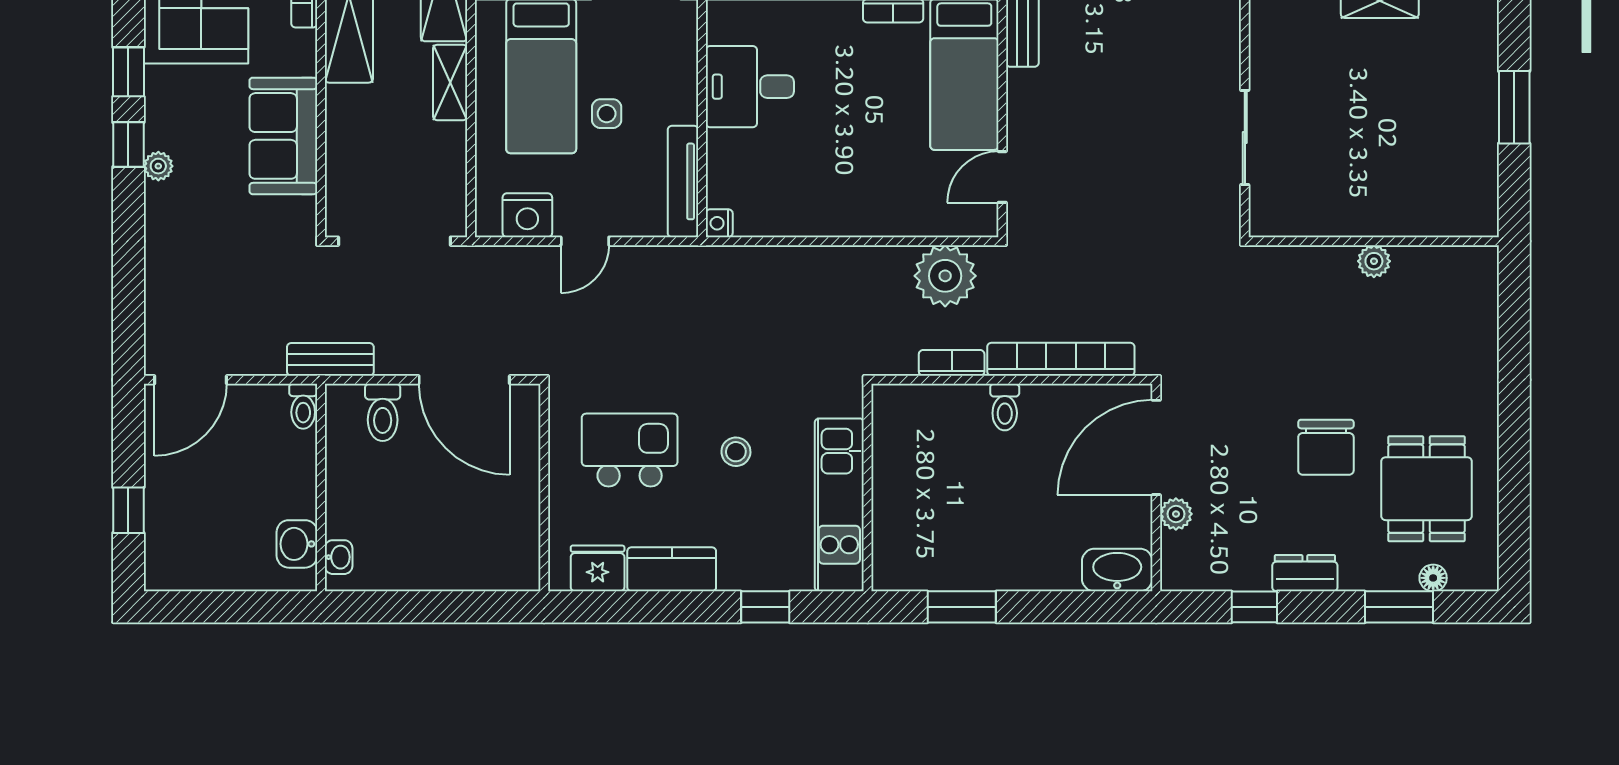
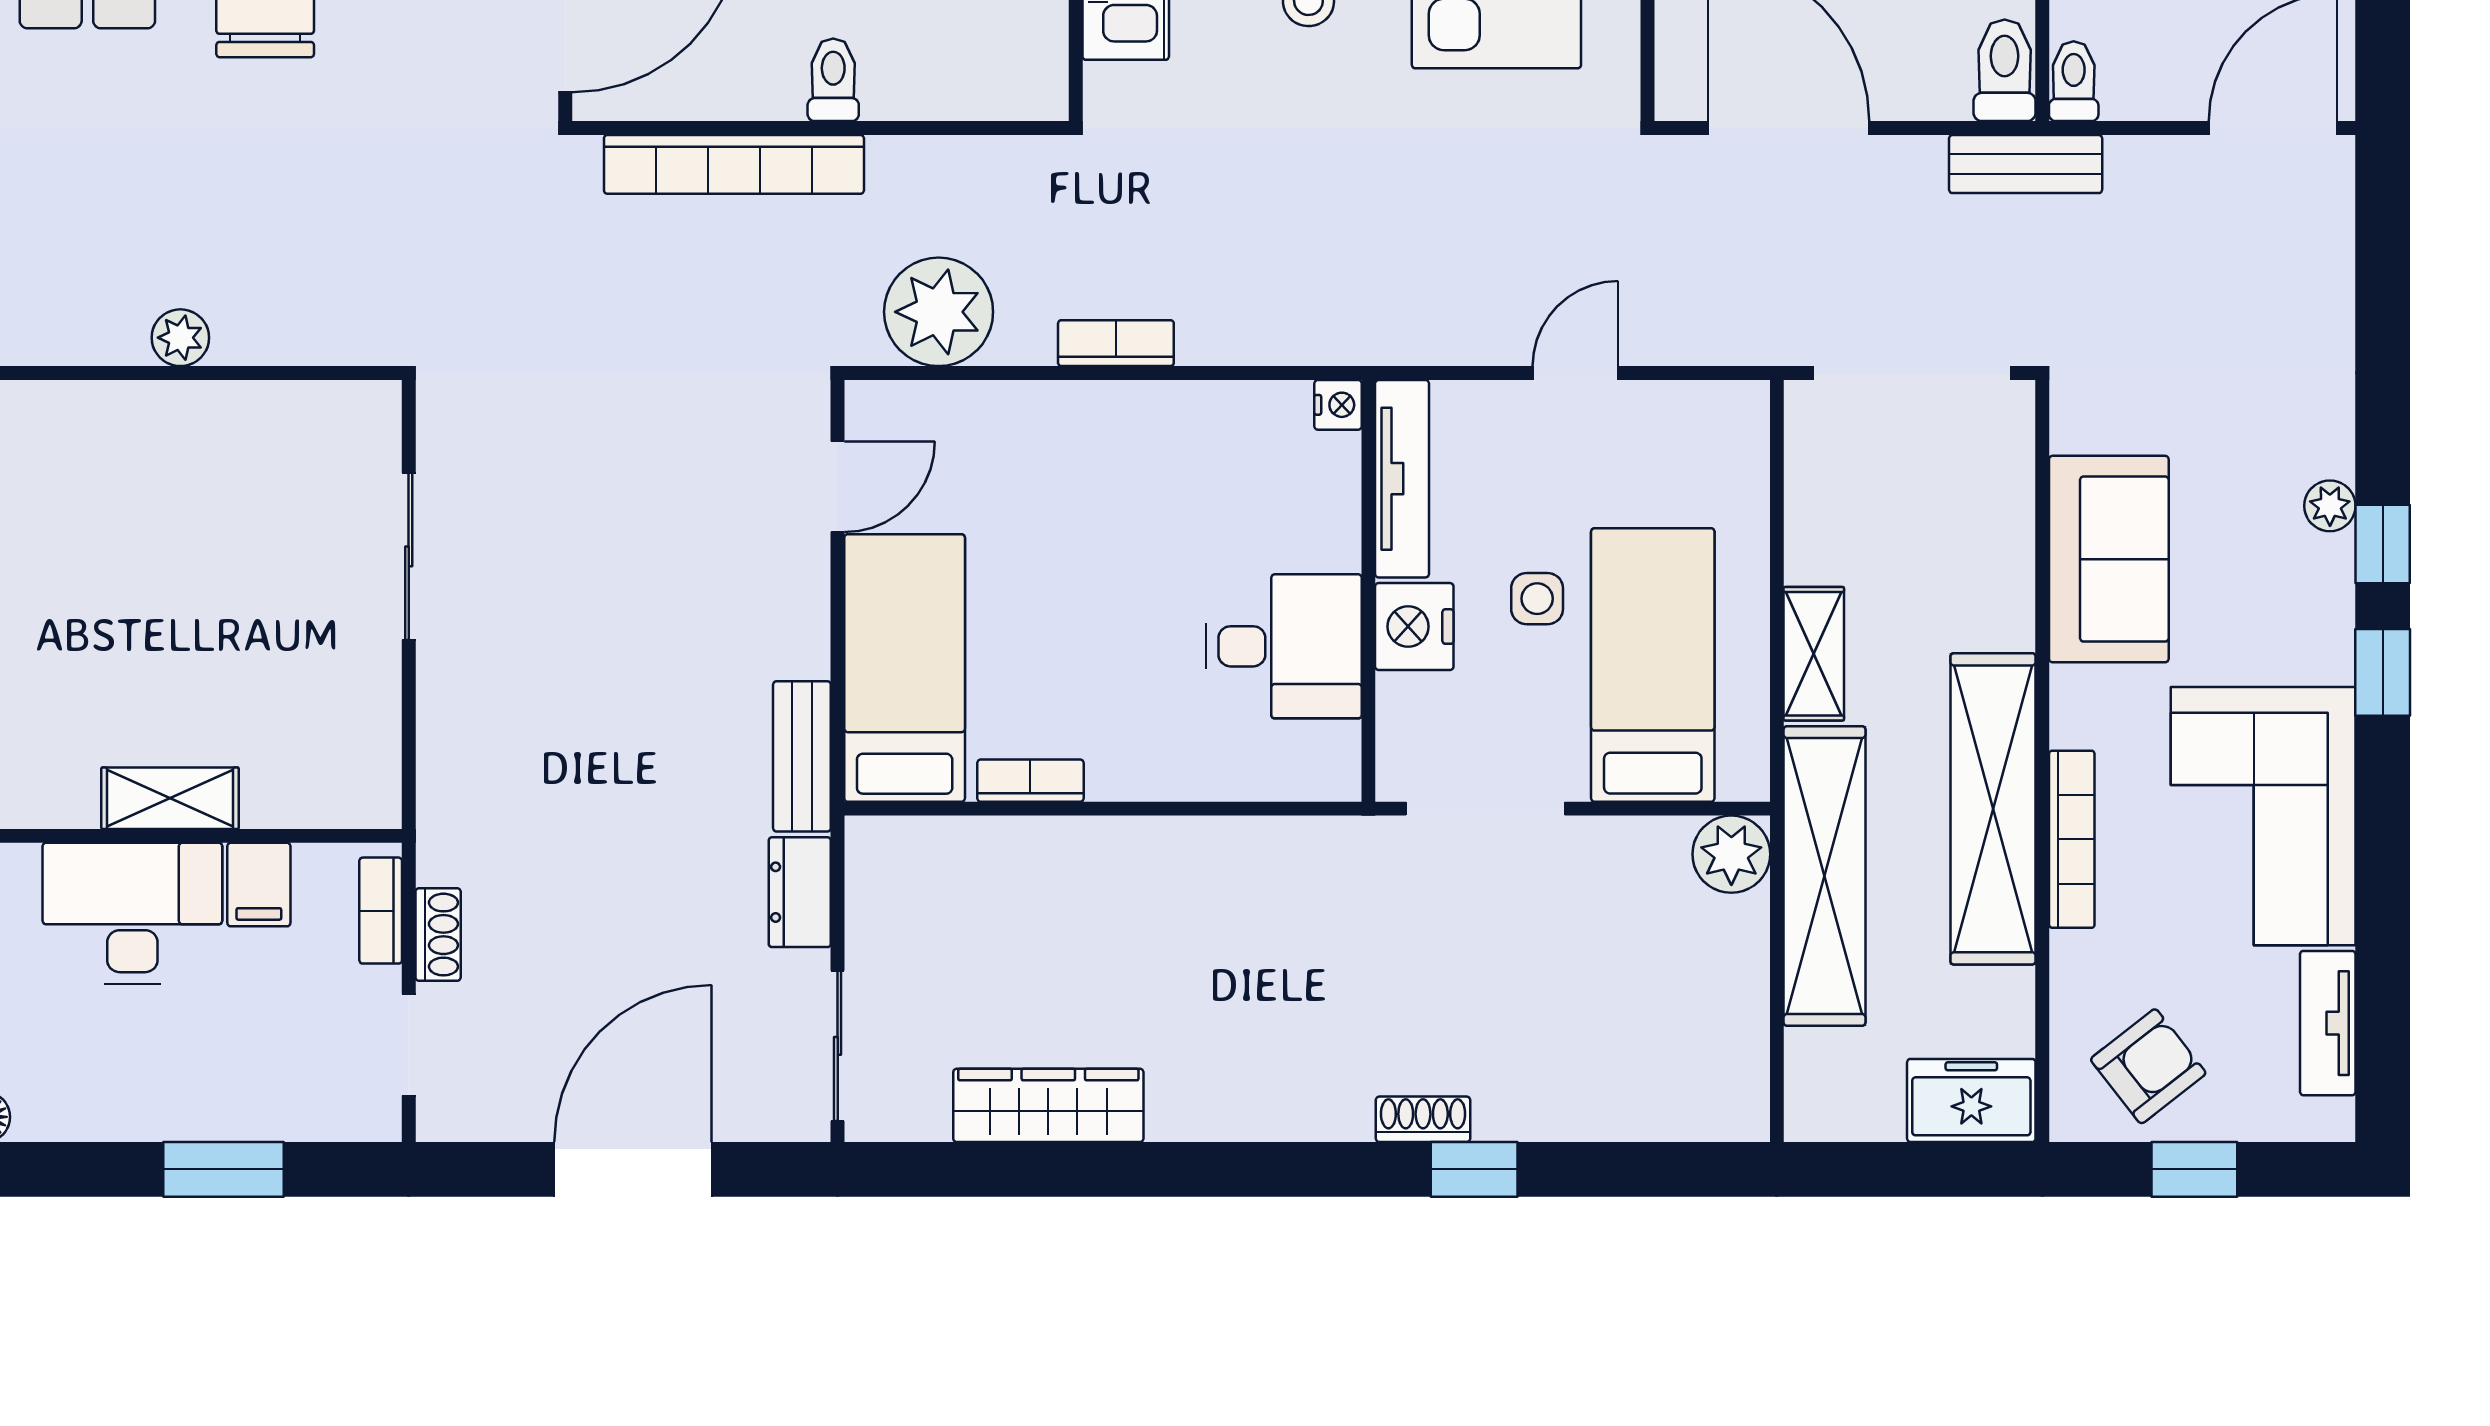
nightstand: (527, 215) -> (1414, 627), moved, turned -90
bookcase: (952, 363) -> (1116, 343), moved, turned 180
toilet: (383, 412) -> (2005, 70), moved

